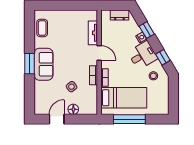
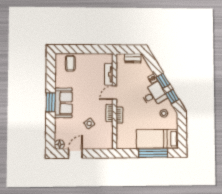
coffee table: (42, 28) -> (70, 63), moved
window: (147, 30) -> (163, 81), moved
door: (99, 53) -> (115, 93), swing flipped
bed: (124, 98) -> (157, 139), moved, turned 180
floor lamp: (73, 109) -> (59, 145), moved
window: (129, 119) -> (153, 153), moved

